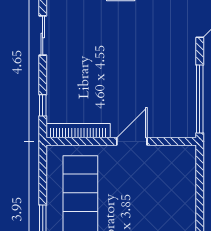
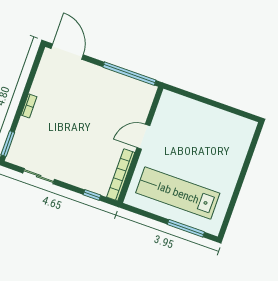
door: (132, 141) -> (143, 137), hinge flipped

